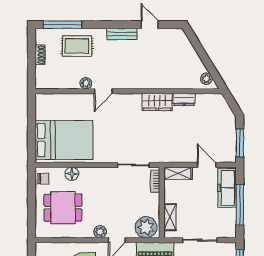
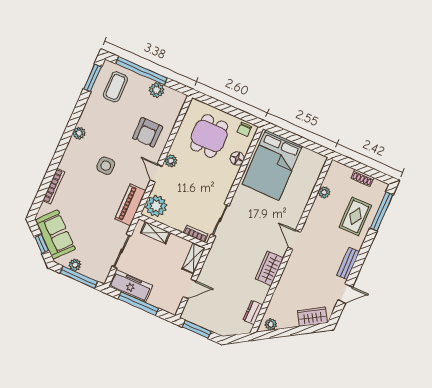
wardrobe: (183, 45) -> (312, 317), added
plant: (86, 83) -> (324, 192), moved
door: (103, 91) -> (294, 240), moved
dresser: (184, 99) -> (253, 313), moved
freezer: (227, 188) -> (131, 286), moved

